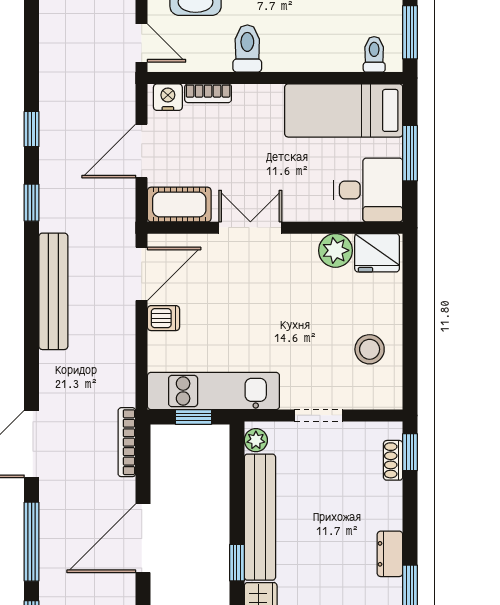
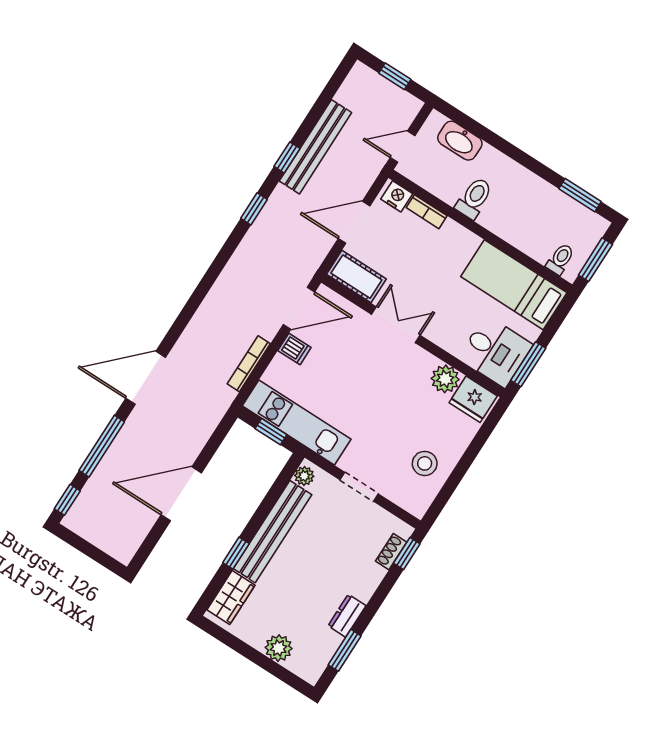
door: (142, 43) -> (403, 147), swing flipped
window: (410, 153) -> (528, 364), moved
bench: (53, 291) -> (315, 147), moved
bookcase: (127, 442) -> (249, 364), moved

